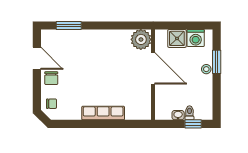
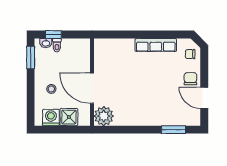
window: (217, 62) -> (31, 58), moved
stool: (206, 69) -> (51, 89), moved
row of seats: (103, 113) -> (156, 45), moved
washbasin: (178, 115) -> (46, 43), moved

